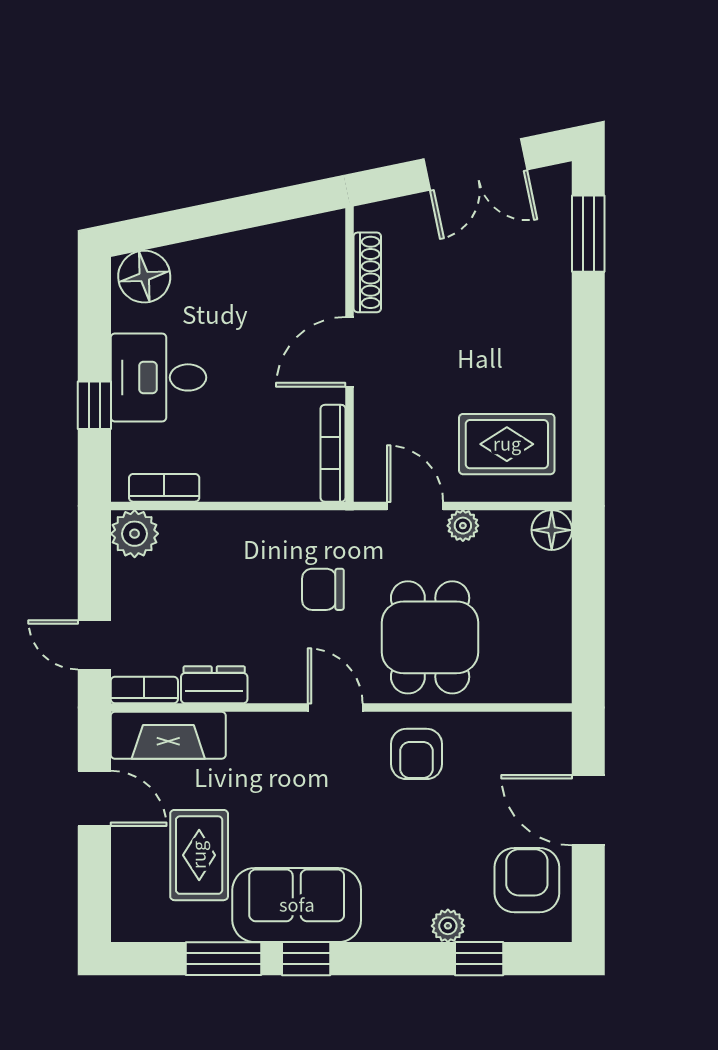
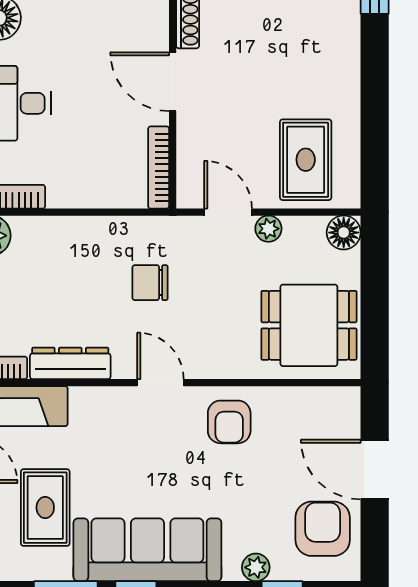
door: (350, 352) -> (173, 82), hinge flipped
rug: (507, 444) -> (306, 160), turned 90
dining table: (430, 637) -> (309, 325), moved, turned 90
dresser: (214, 685) -> (70, 363), width x1.44
sofa: (297, 905) -> (147, 550), width x1.36

